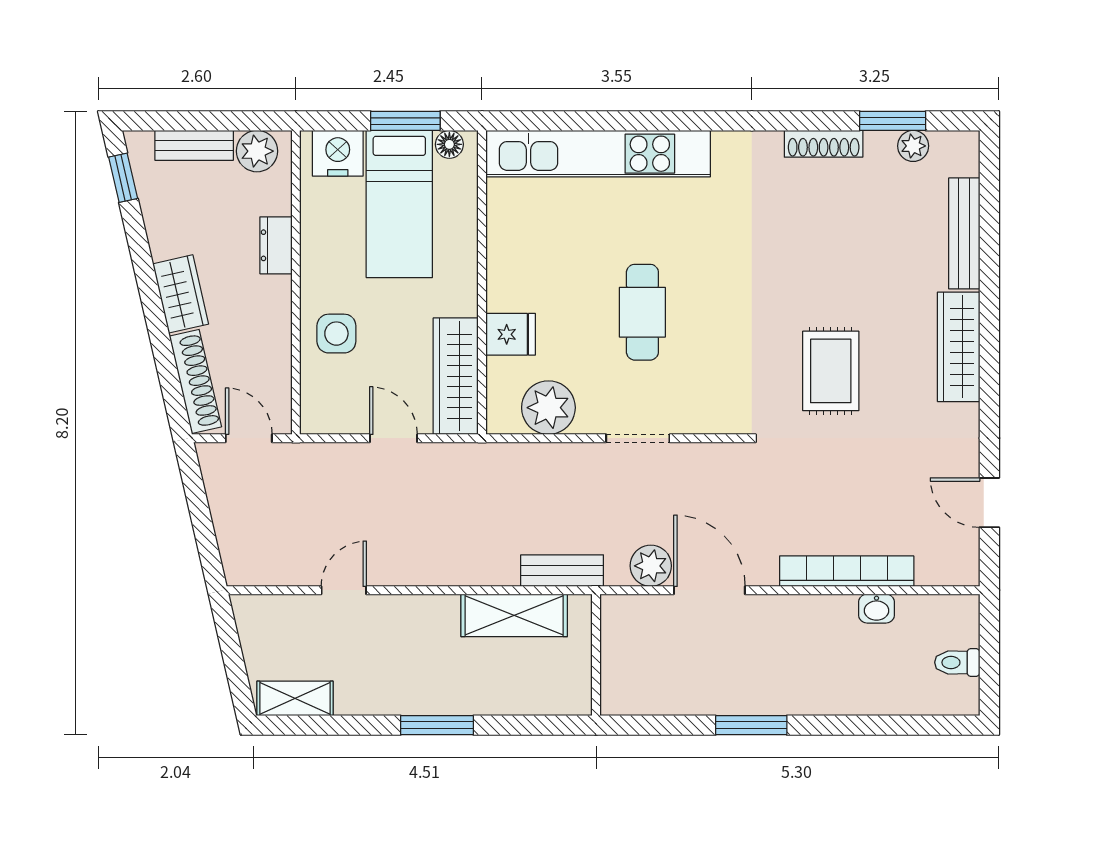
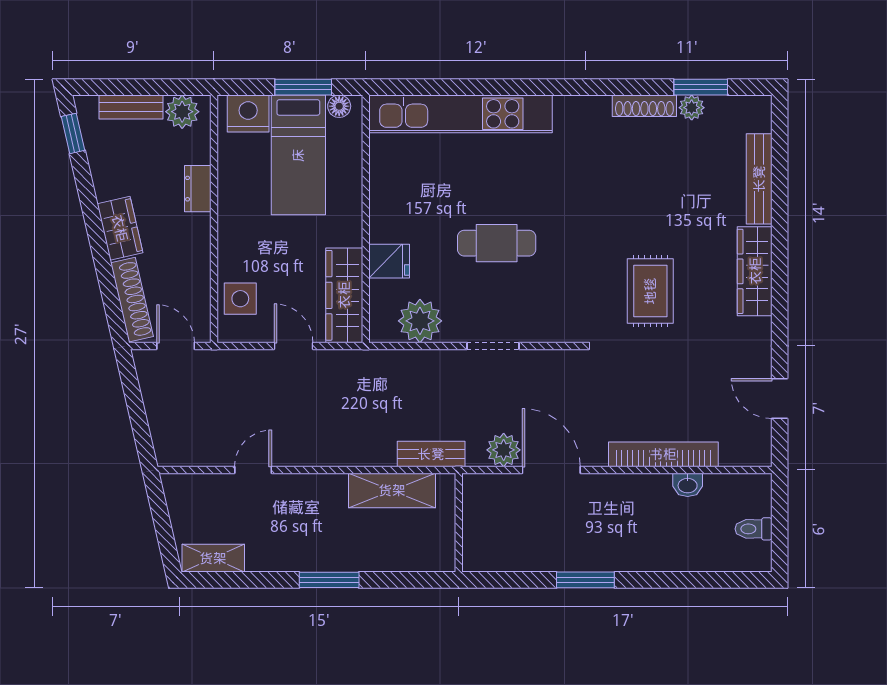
plant: (913, 146) -> (692, 108), moved
cafe table: (642, 312) -> (497, 243), turned 90
side table: (336, 334) -> (240, 299), moved

